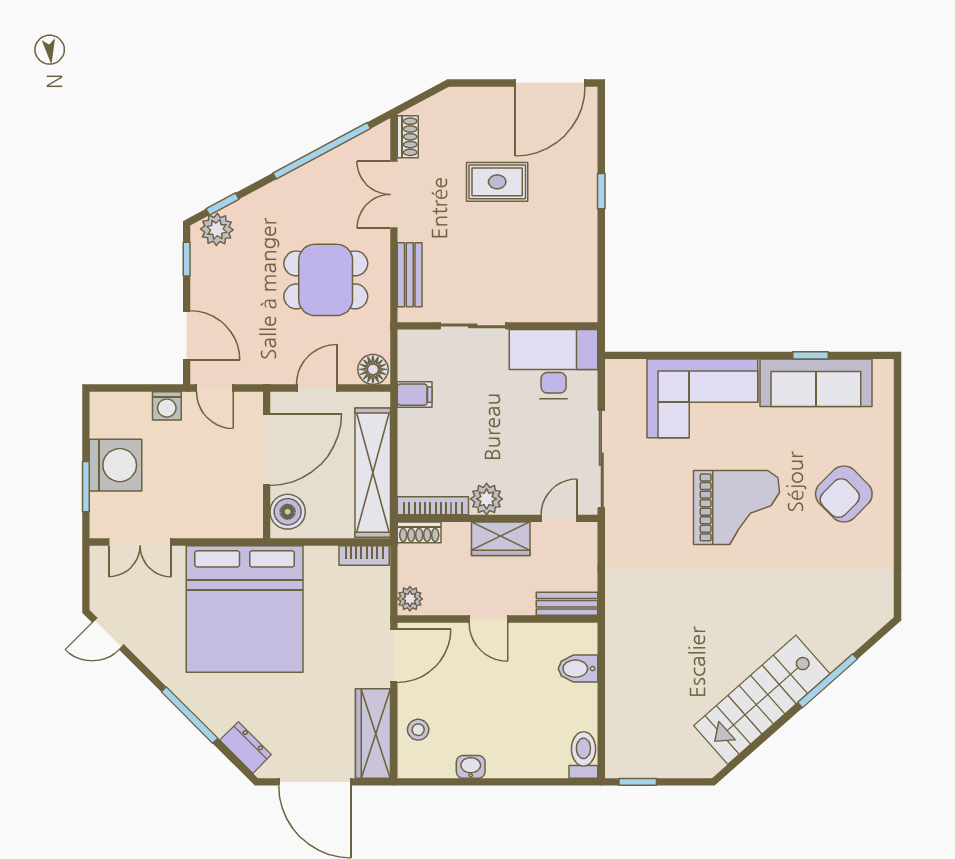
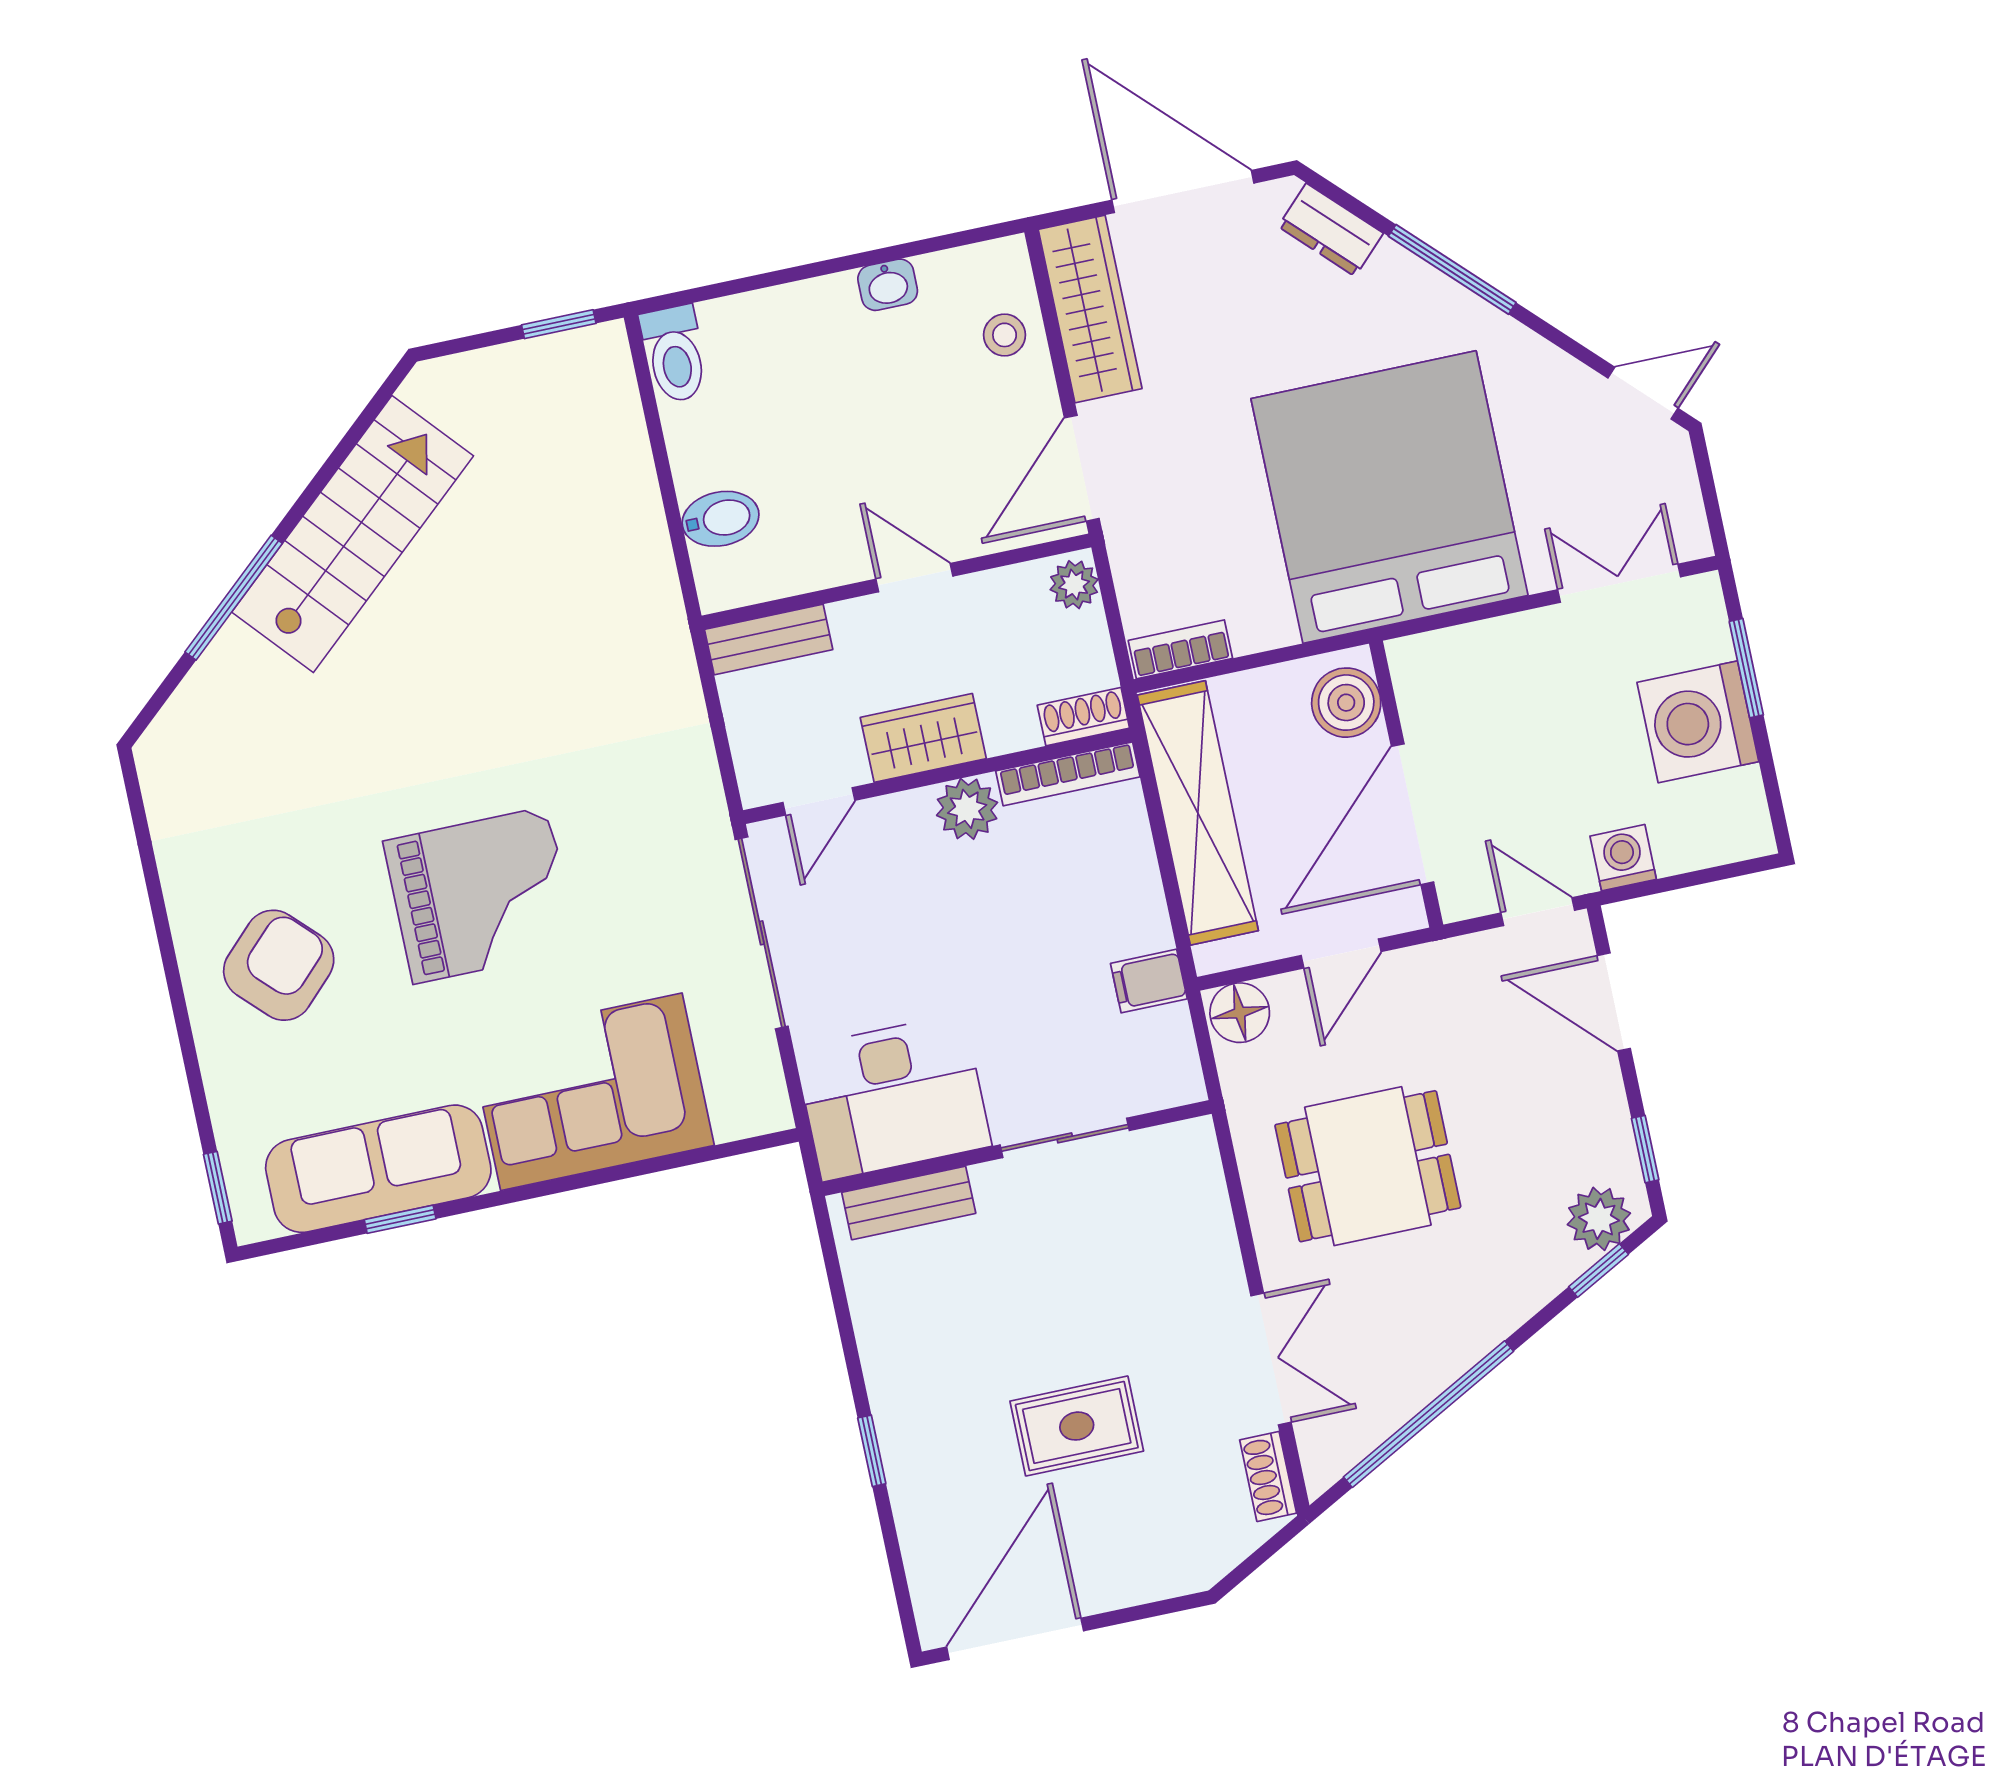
bench: (410, 275) -> (909, 1203), moved, turned 90
window: (897, 390) -> (218, 1188), added
grand piano: (737, 507) -> (481, 895), turned 180

